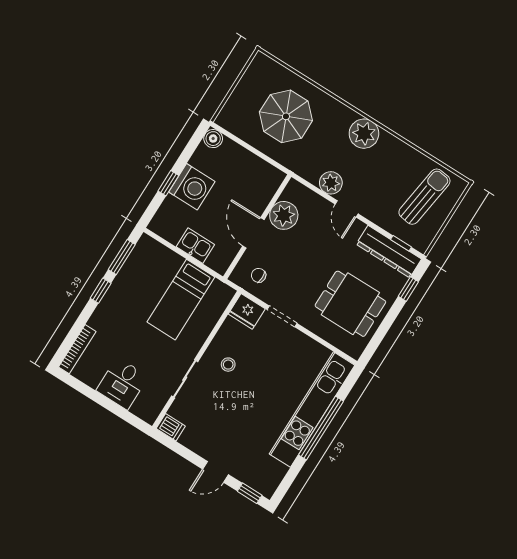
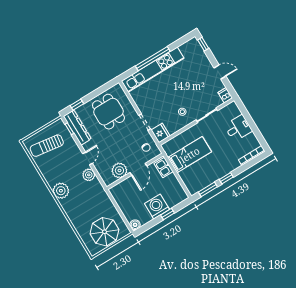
parasol: (286, 116) -> (104, 232), moved
kitchen sink: (195, 246) -> (164, 168), moved
door: (215, 472) -> (220, 72), moved

